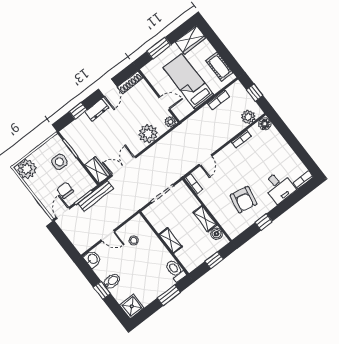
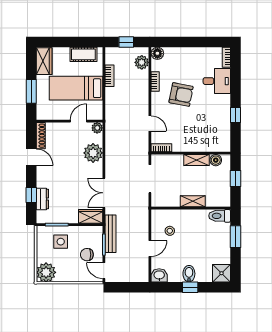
dresser: (97, 110) -> (42, 199), moved
armchair: (244, 200) -> (181, 94), moved

